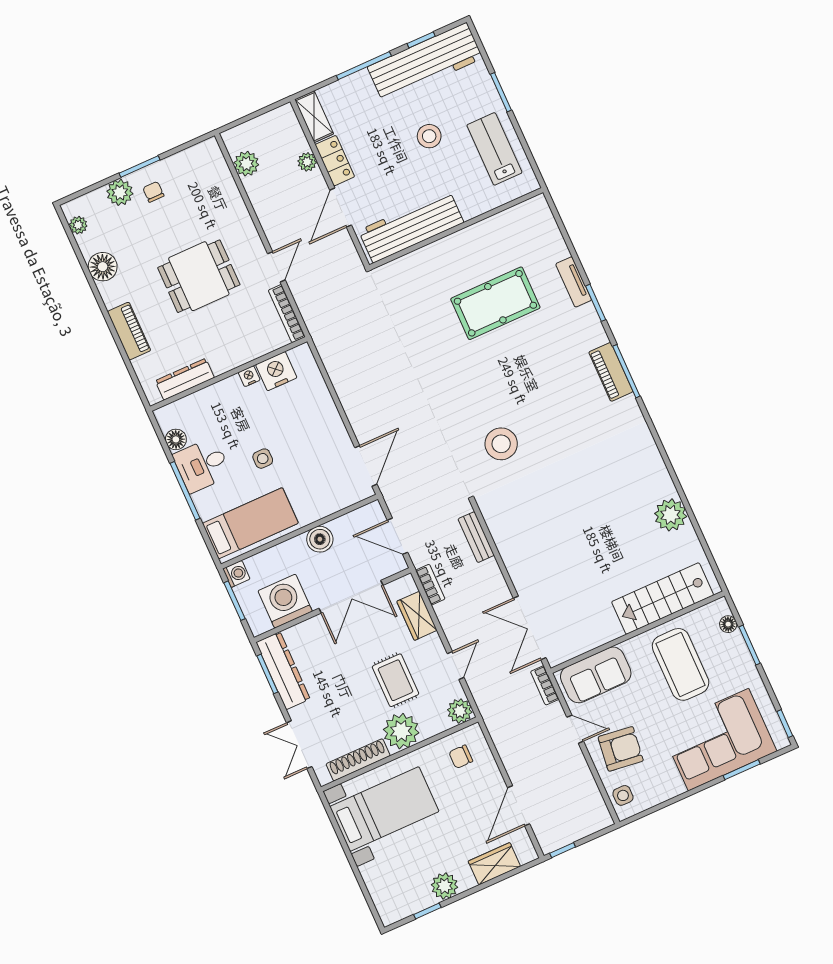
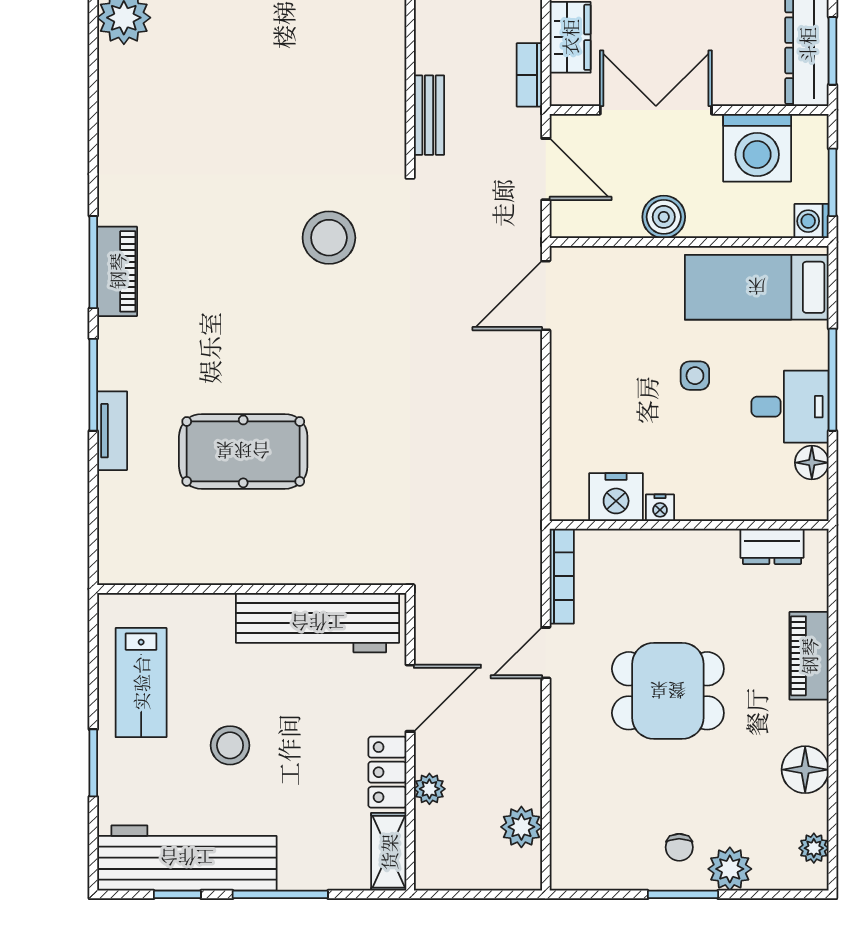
window: (596, 303) -> (93, 385), width x1.44
dresser: (185, 379) -> (772, 546), width x0.70

